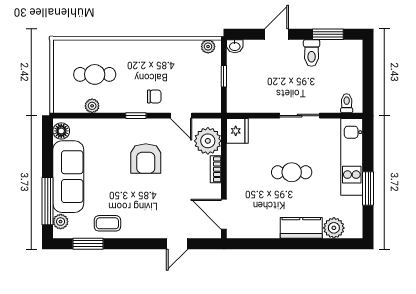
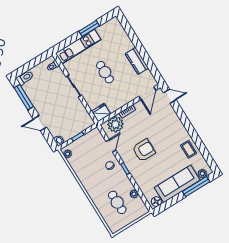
window: (328, 34) -> (24, 97), width x1.44
toilet: (312, 53) -> (25, 78), moved
kitchen counter: (301, 228) -> (137, 61), moved
plant: (334, 228) -> (120, 33), removed
window: (88, 244) -> (205, 153), removed
door: (177, 244) -> (170, 96), moved

